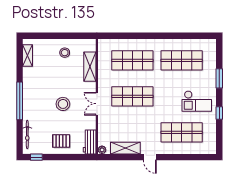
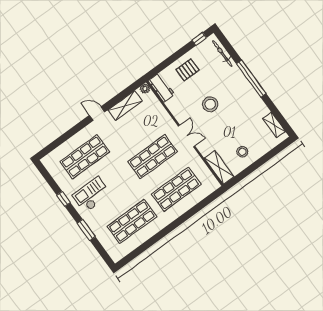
shelving: (90, 67) -> (219, 167), moved
double door: (97, 104) -> (187, 136), moved

